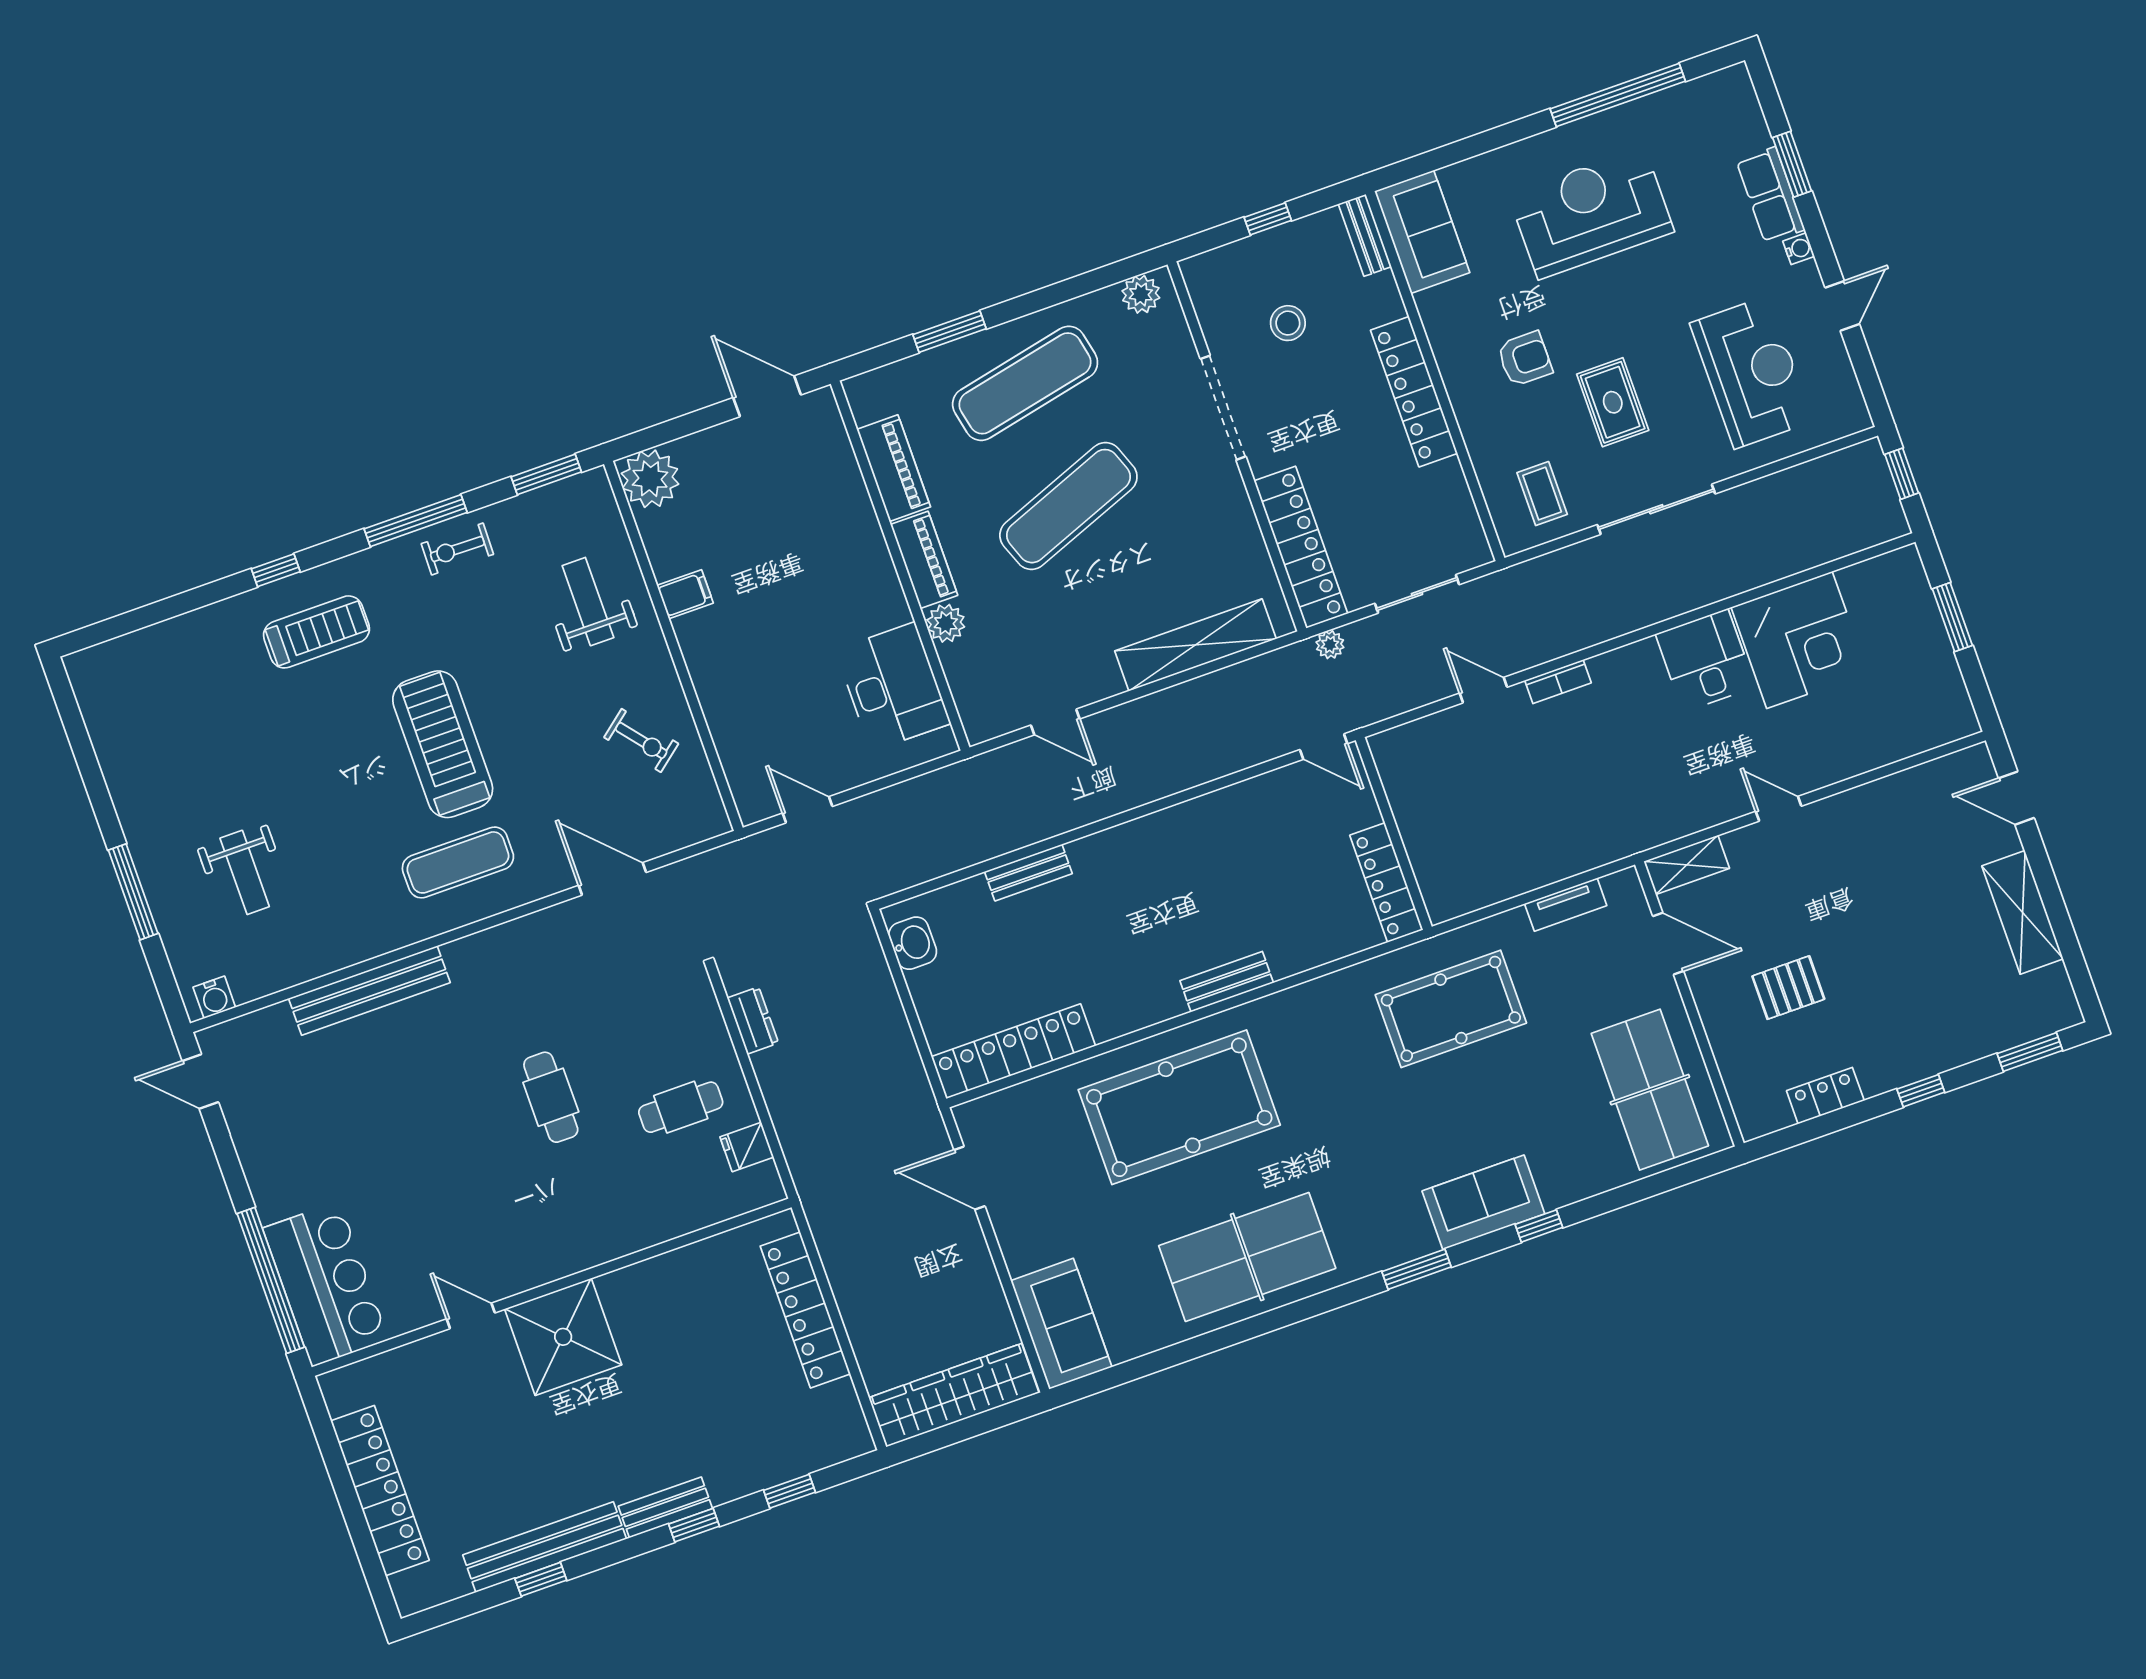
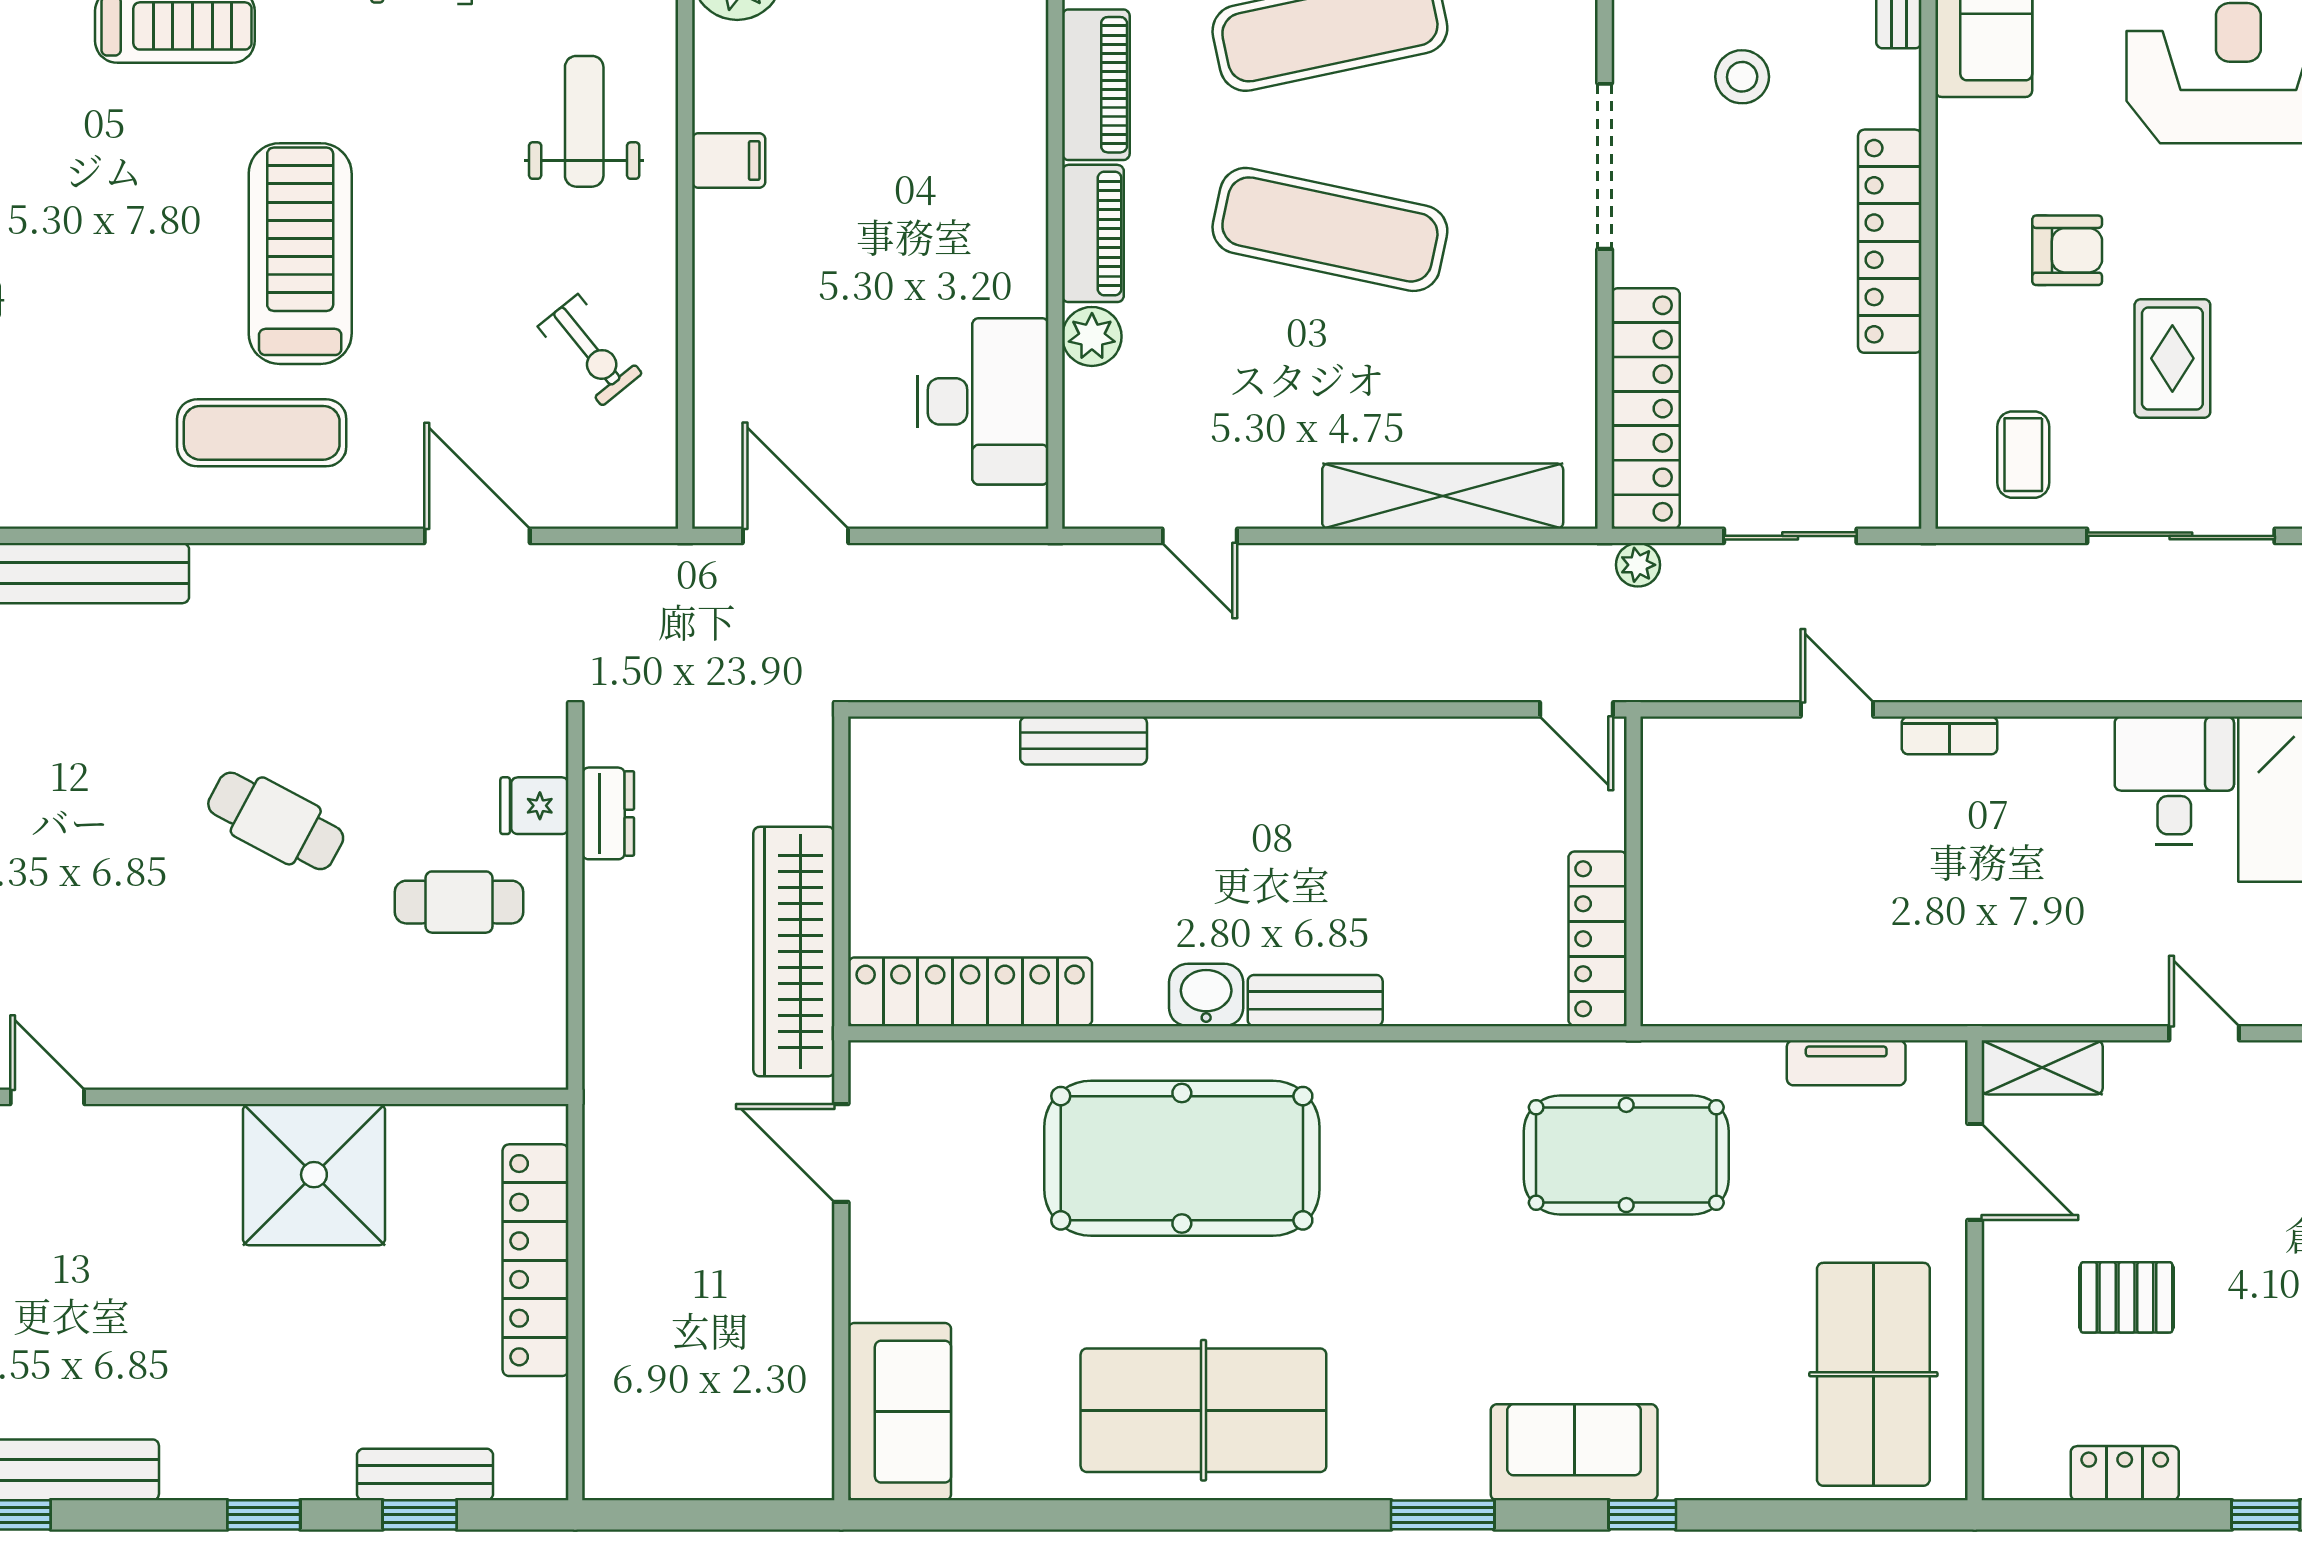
exercise mat: (1068, 506) -> (1330, 229), turned 33
door: (808, 810) -> (796, 536), width x1.38
washbasin: (913, 943) -> (1206, 995), moved, turned -90
cafe table: (551, 1097) -> (276, 821), turned -62
fridge: (747, 1147) -> (534, 806), moved
shower: (563, 1337) -> (314, 1175), moved
wardrobe: (954, 1395) -> (794, 952), moved, turned -90
bench: (665, 1507) -> (425, 1475), moved

